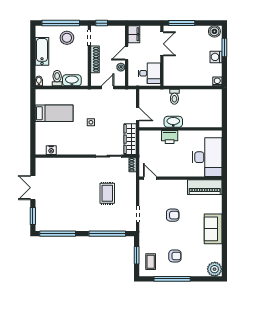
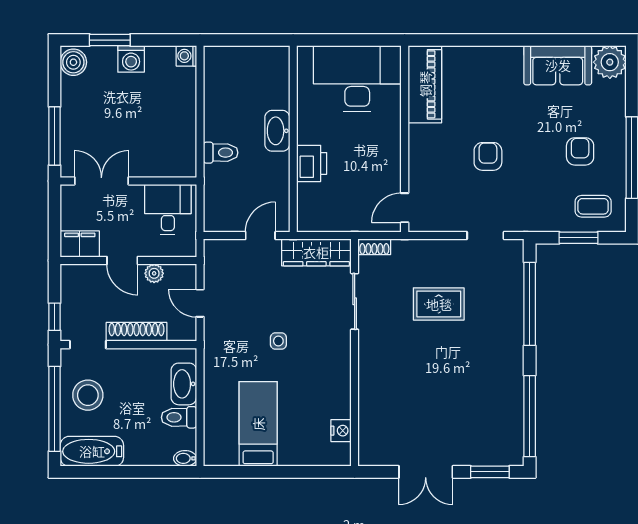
bathtub: (42, 51) -> (92, 451), moved
washbasin: (173, 122) -> (277, 131), moved
sofa: (213, 229) -> (558, 65), moved

